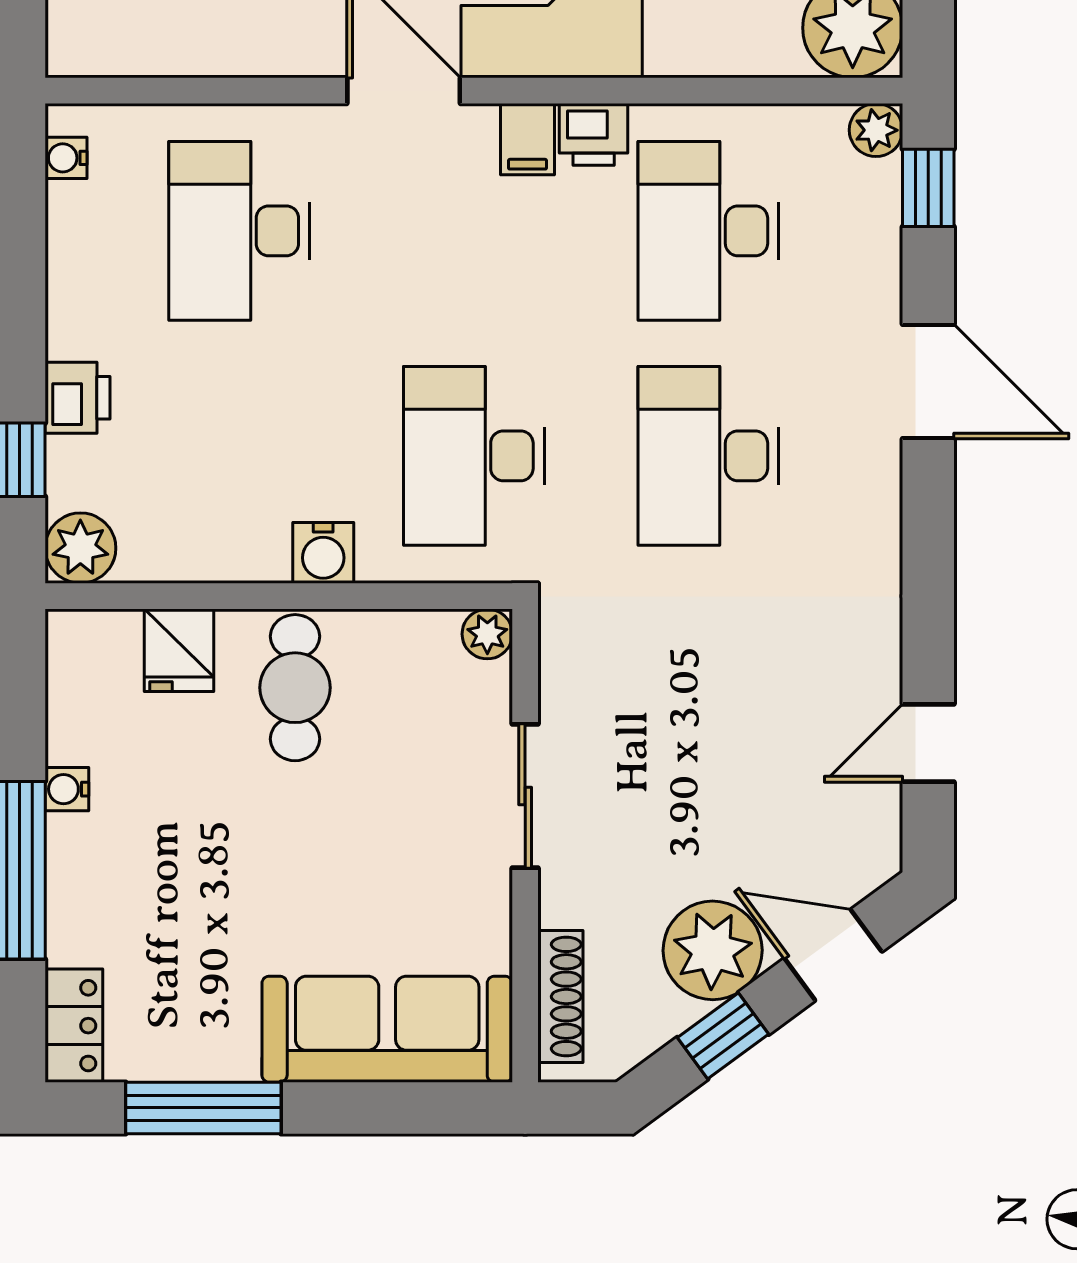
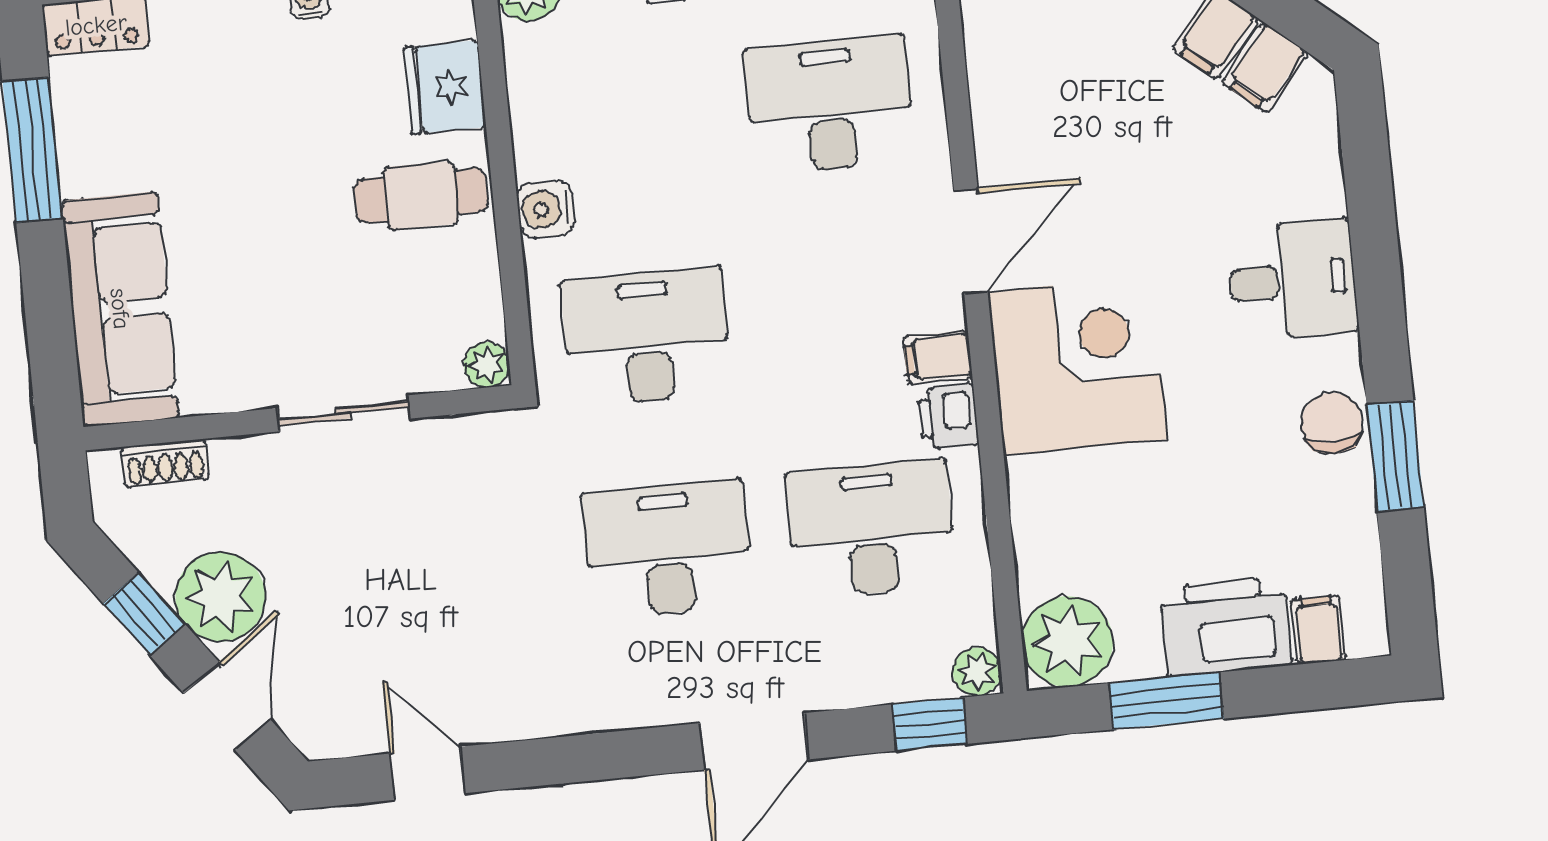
fridge: (179, 650) -> (445, 87), width x1.38
shoe rack: (560, 997) -> (165, 463), width x0.70

